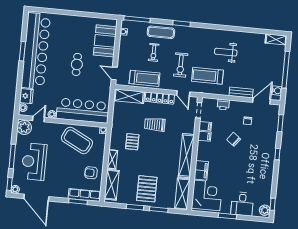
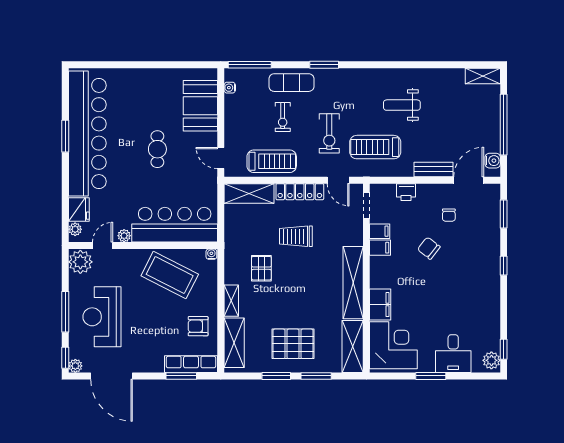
pallet: (147, 189) -> (293, 344), turned 90

